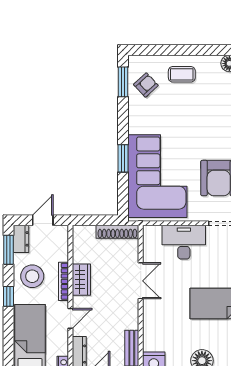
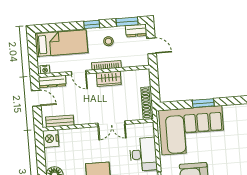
stool: (32, 276) -> (108, 41), width x0.53, depth x0.53

